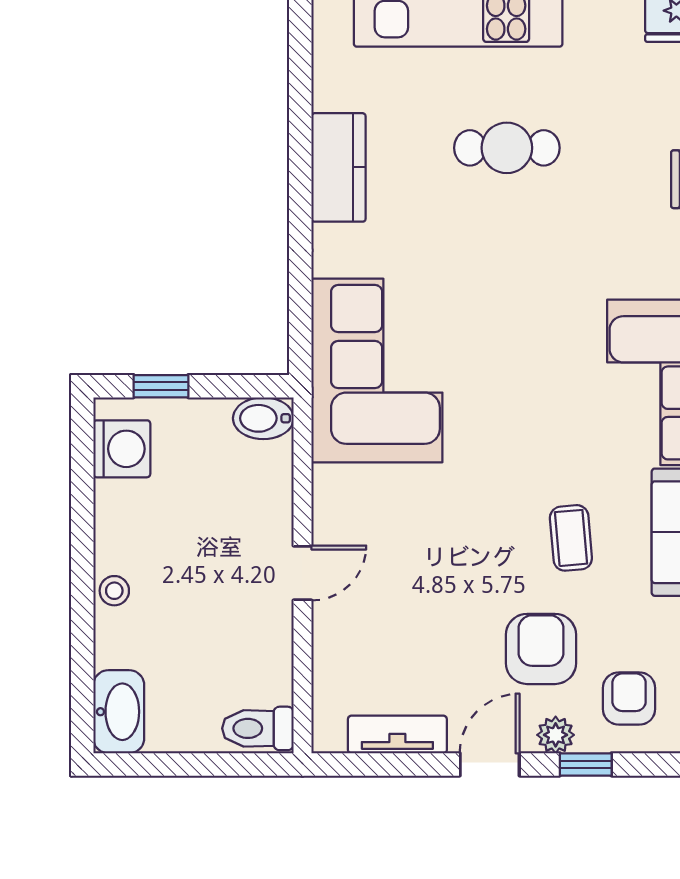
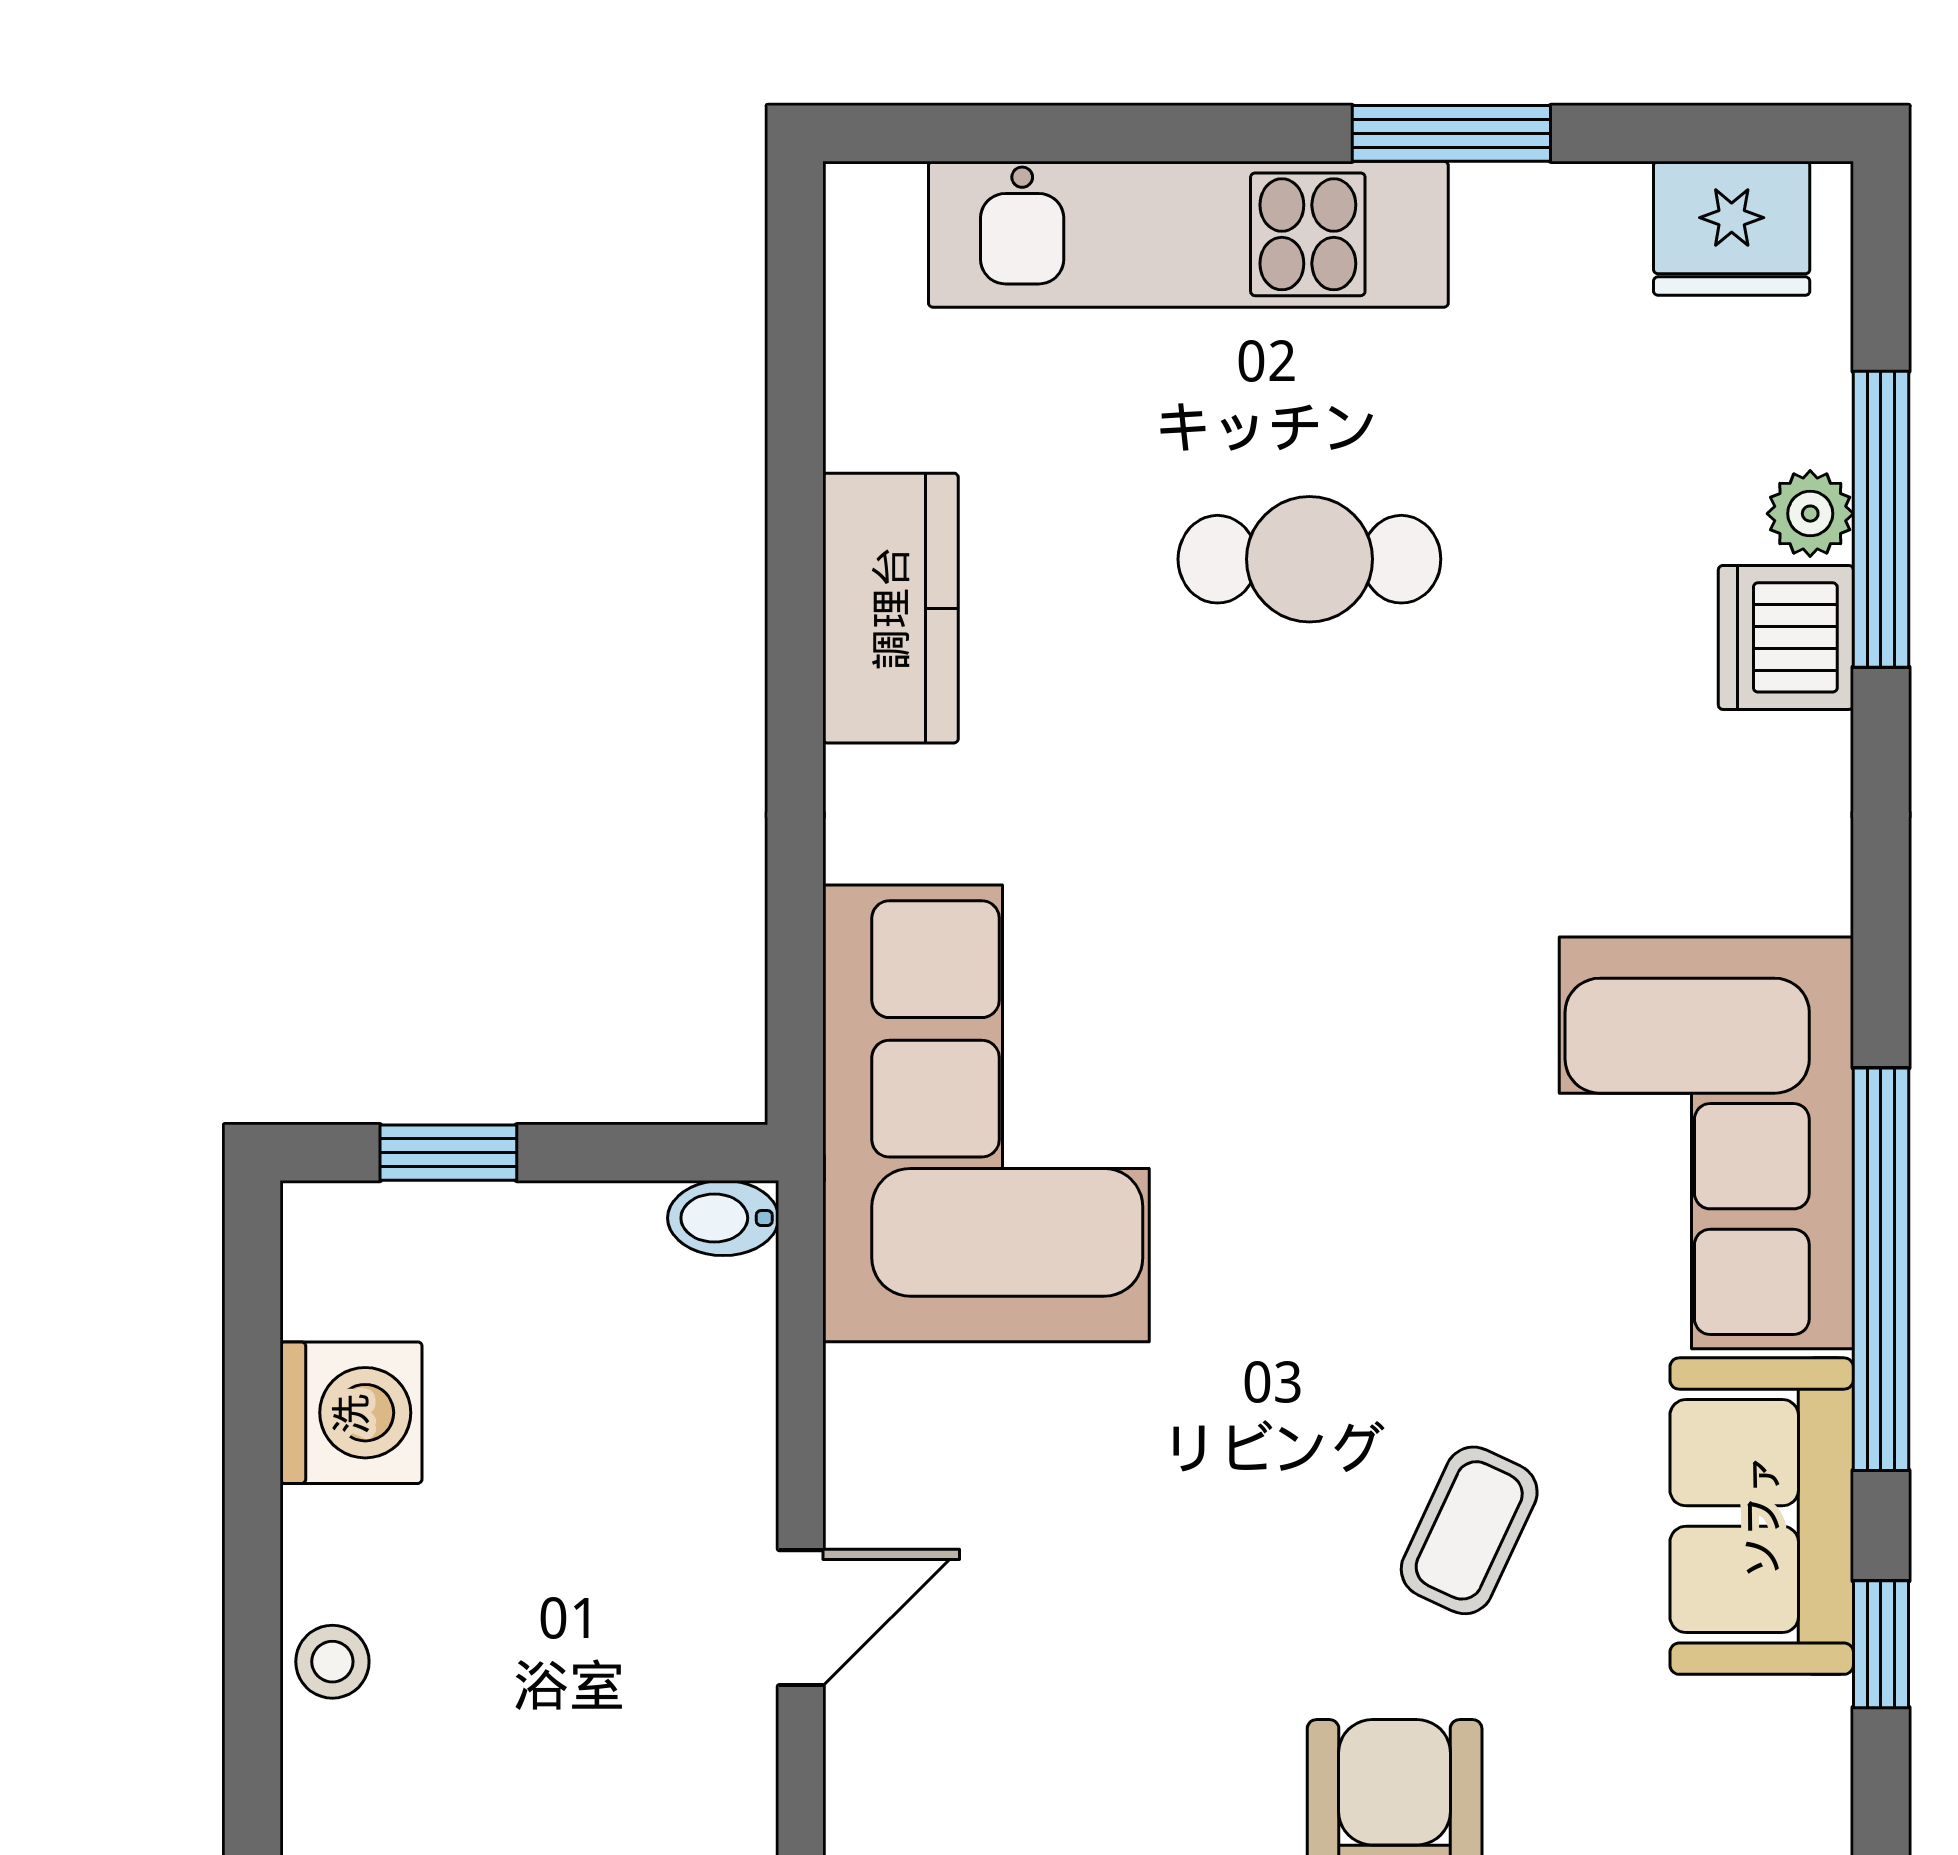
bidet: (263, 418) -> (723, 1218), width x0.72, depth x0.74
washing machine: (122, 449) -> (351, 1413), moved
coffee table: (571, 538) -> (1469, 1530), turned 30

